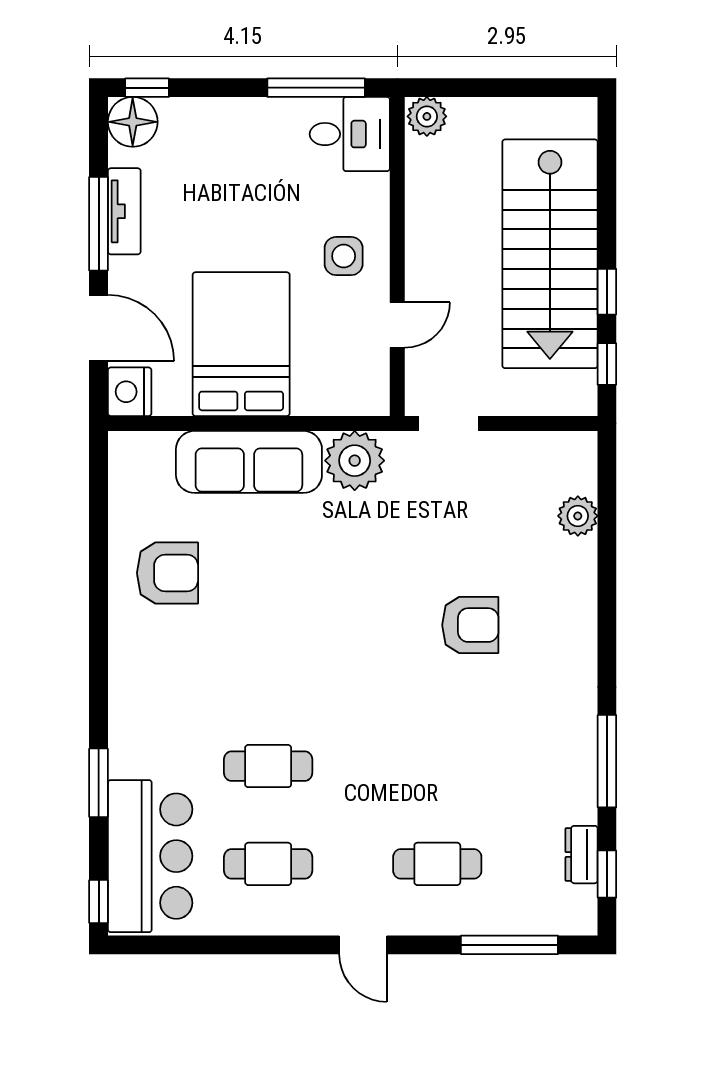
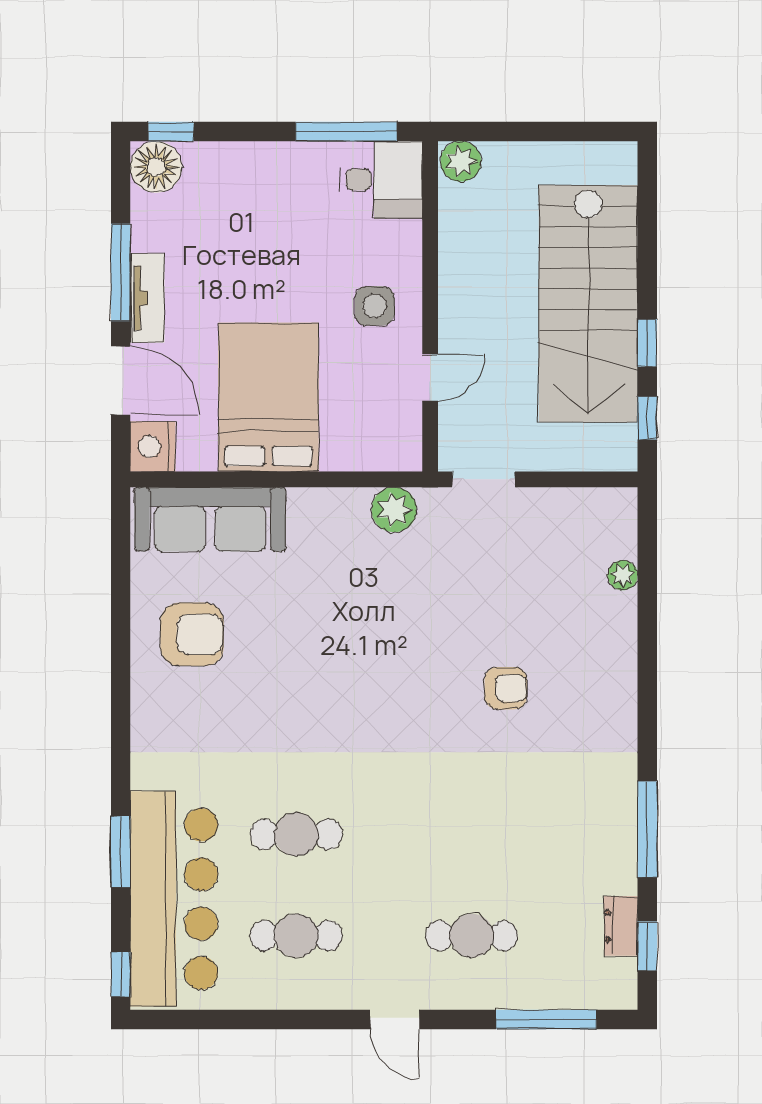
tv unit: (124, 211) -> (147, 298), moved
plant: (355, 461) -> (394, 510), width x0.73, depth x0.73
sofa: (249, 462) -> (210, 519), moved
plant: (578, 516) -> (623, 575), width x0.73, depth x0.73
armchair: (470, 625) -> (506, 688), width x0.72, depth x0.72
bar counter: (150, 856) -> (174, 899), width x1.36

